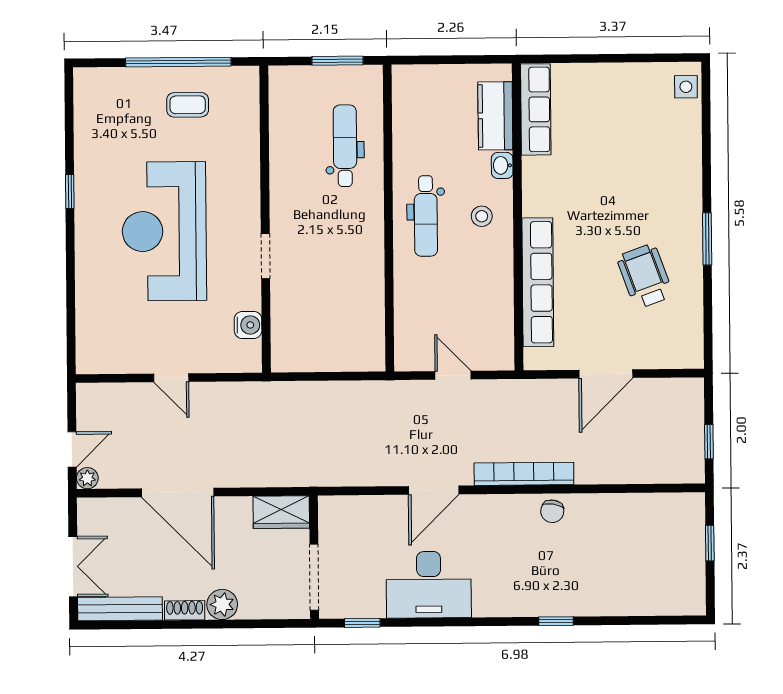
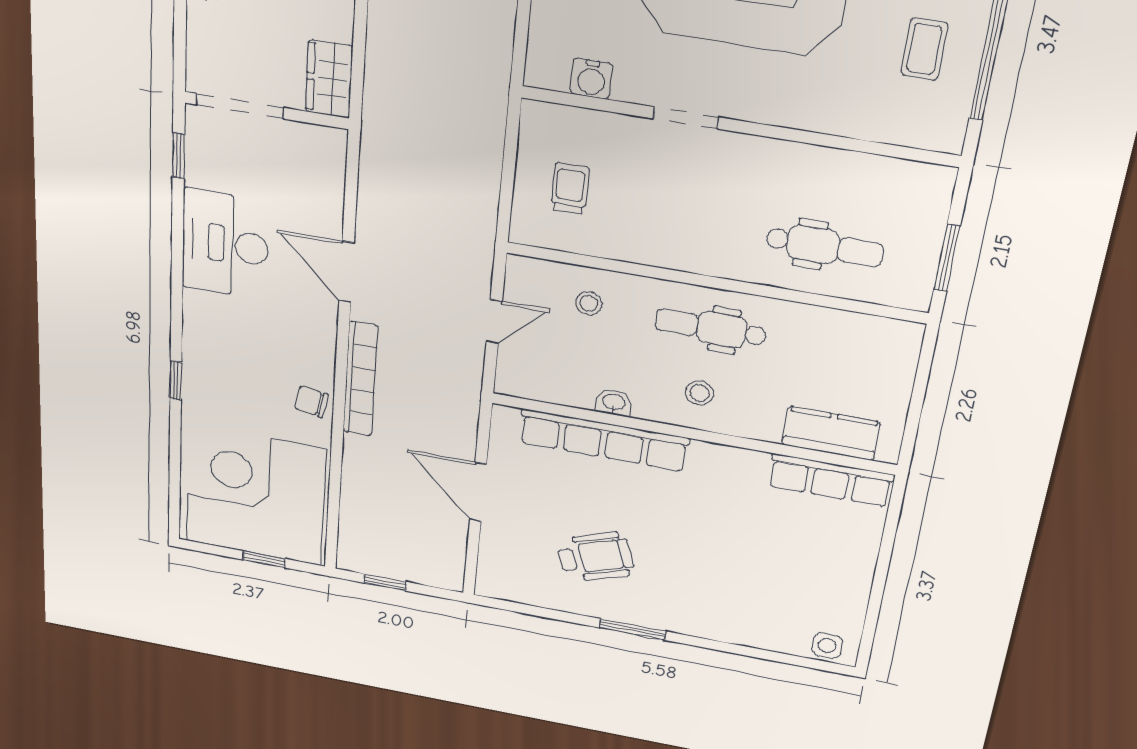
washbasin: (502, 165) -> (614, 402), moved
stool: (424, 307) -> (589, 303), added
trolley: (334, 331) -> (570, 188), added
corner desk: (649, 553) -> (255, 495), added

